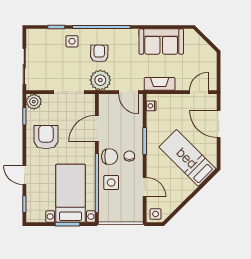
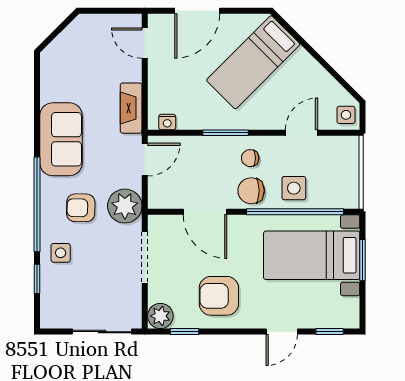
sofa: (161, 42) -> (61, 139), moved
chair: (110, 157) -> (251, 191), turned -90

